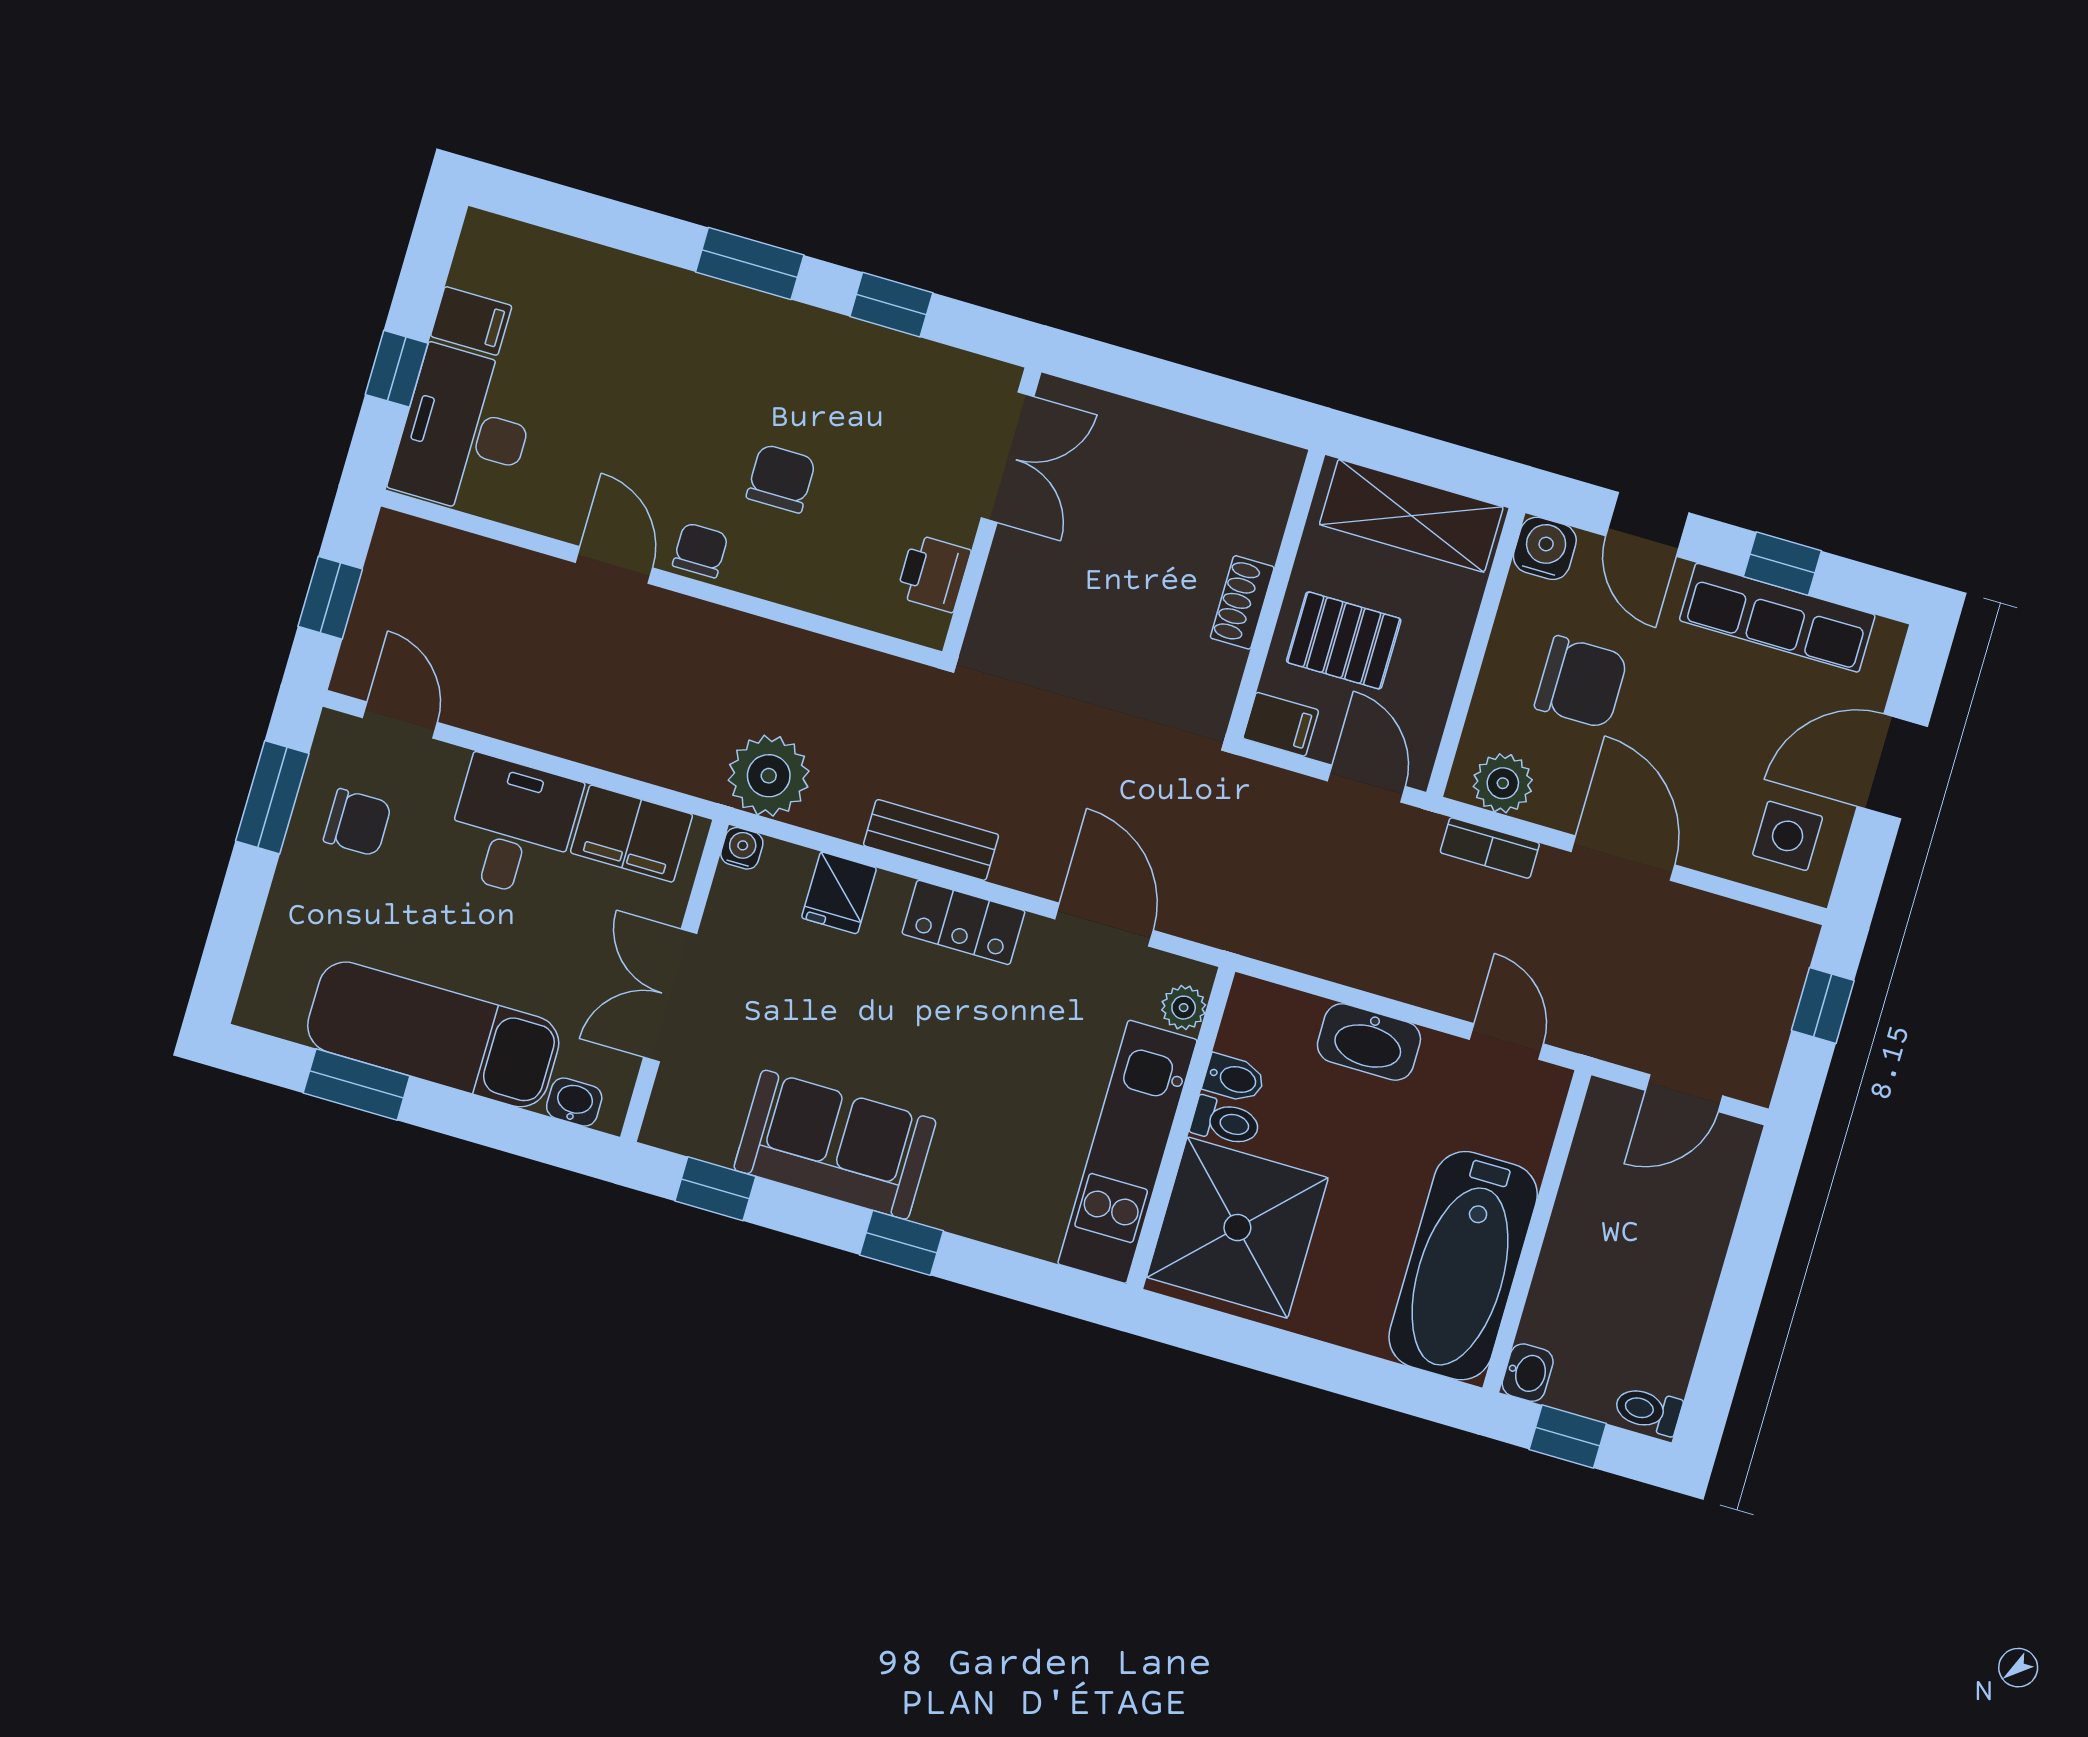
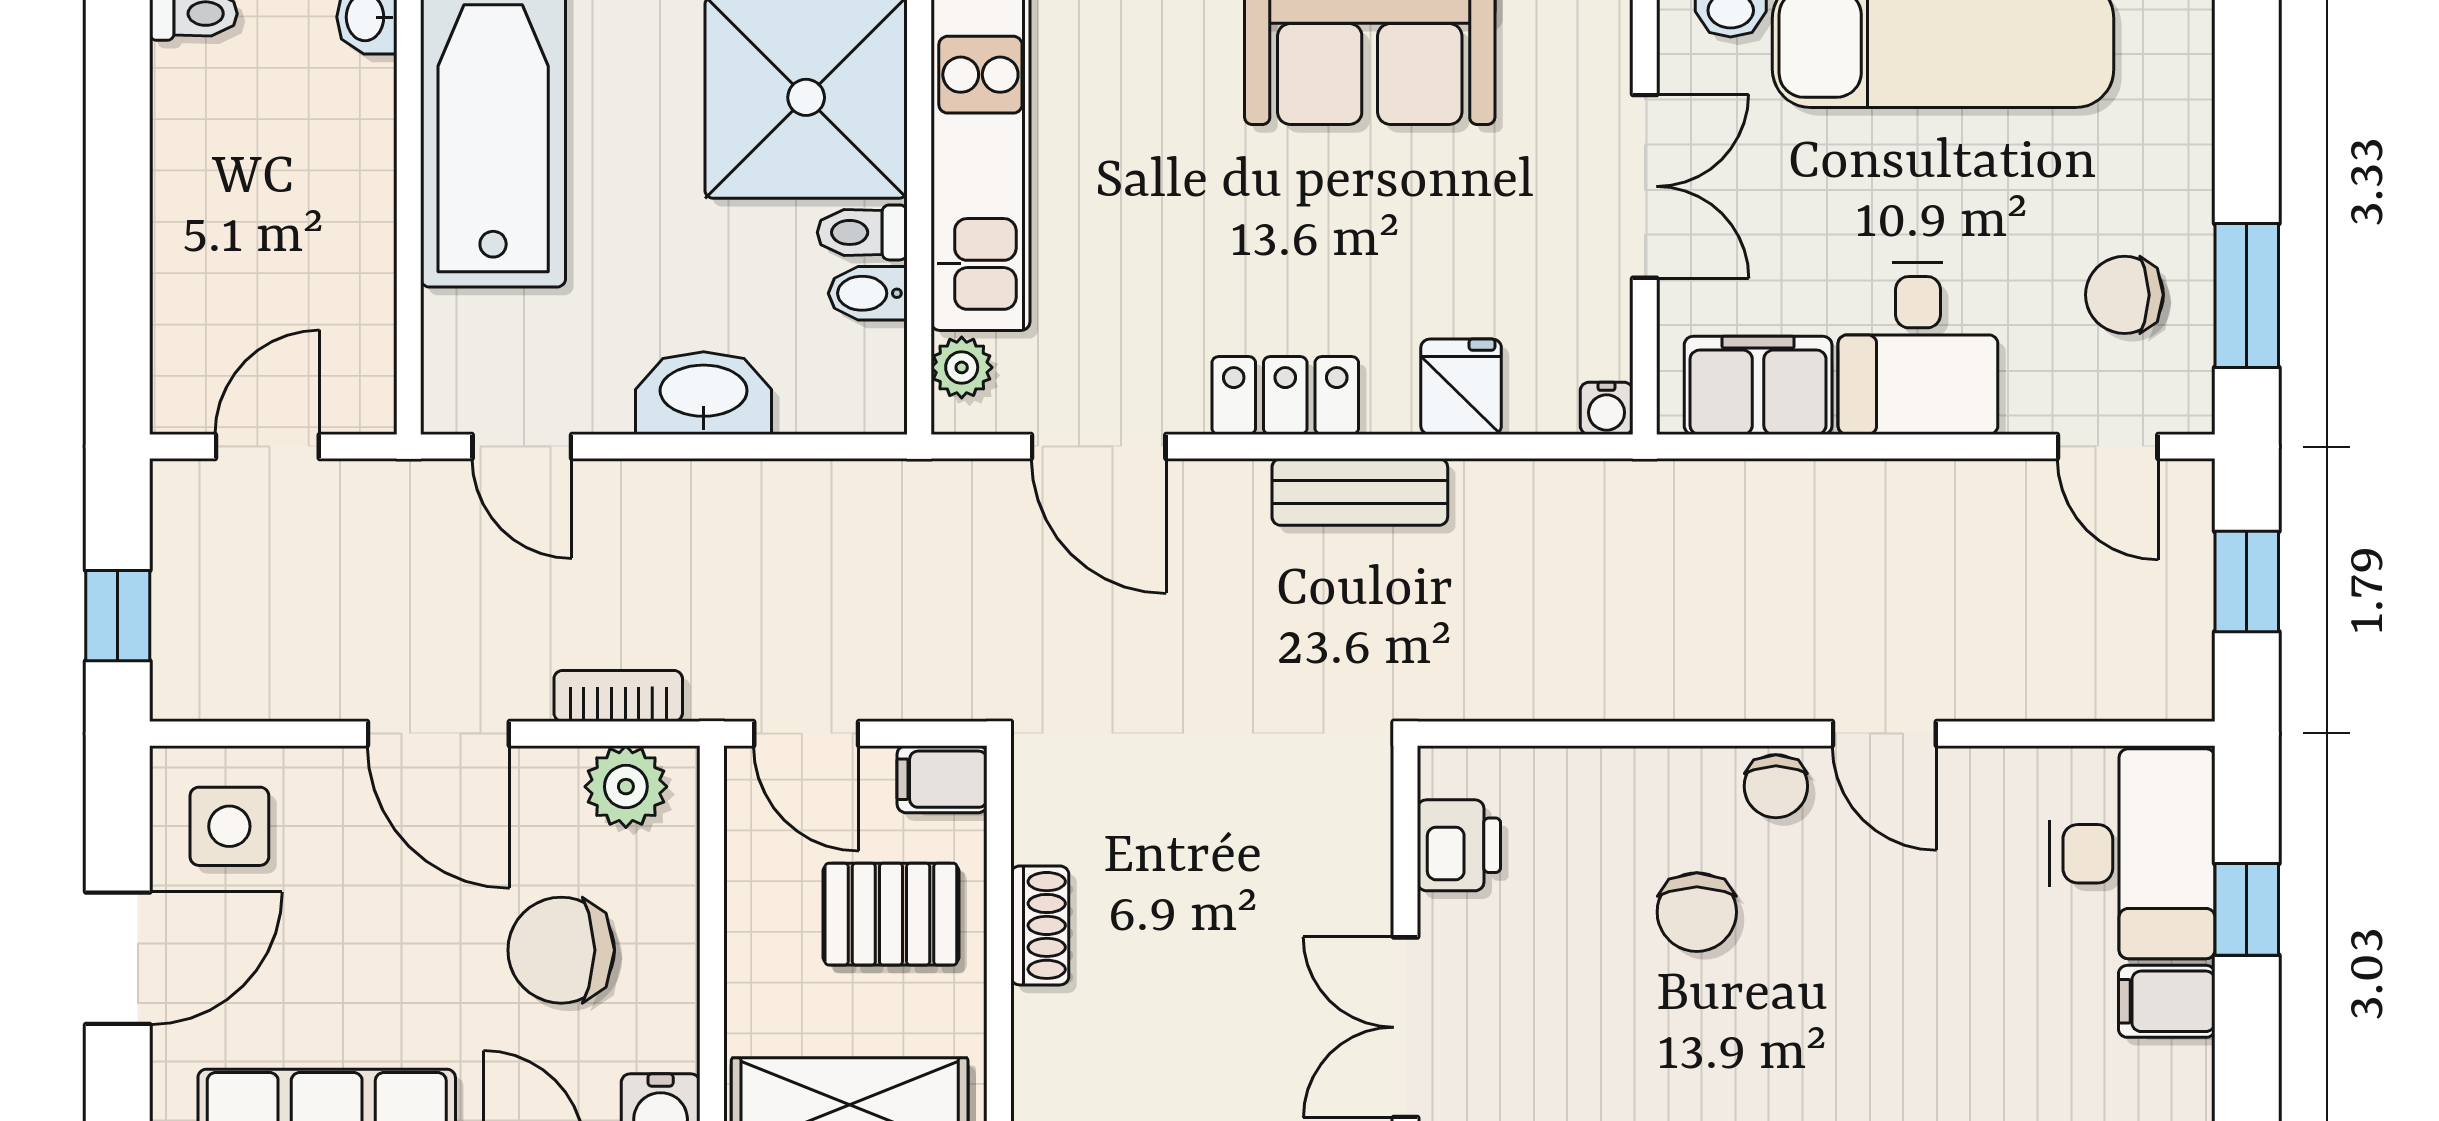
plant: (769, 776) -> (1599, 515), removed

